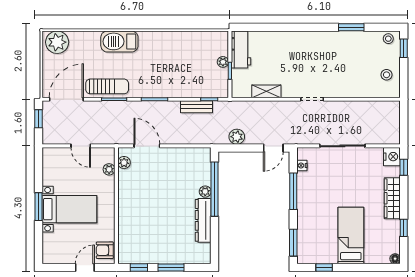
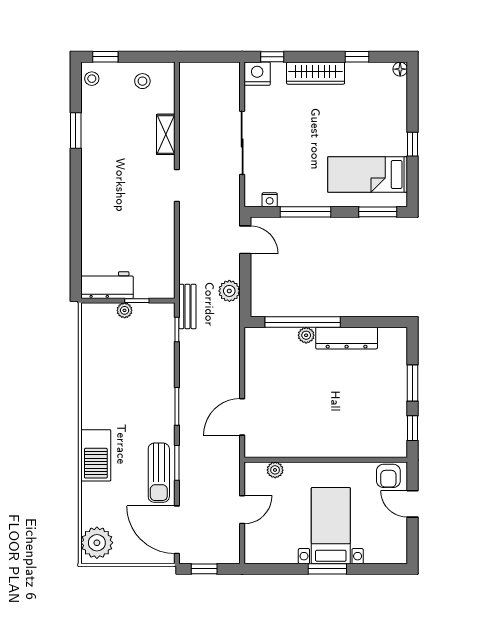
sun lounger: (107, 86) -> (159, 473), turned 180
shelving: (266, 91) -> (166, 134), moved
bench: (197, 107) -> (187, 306), moved
plant: (124, 163) -> (265, 449), removed
bed: (351, 235) -> (368, 174), moved
window: (324, 267) -> (412, 144), moved

